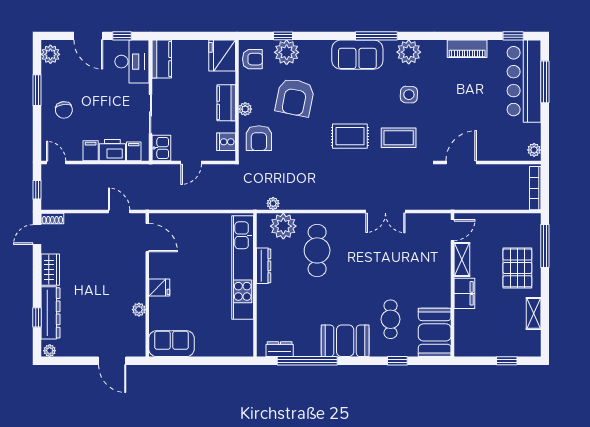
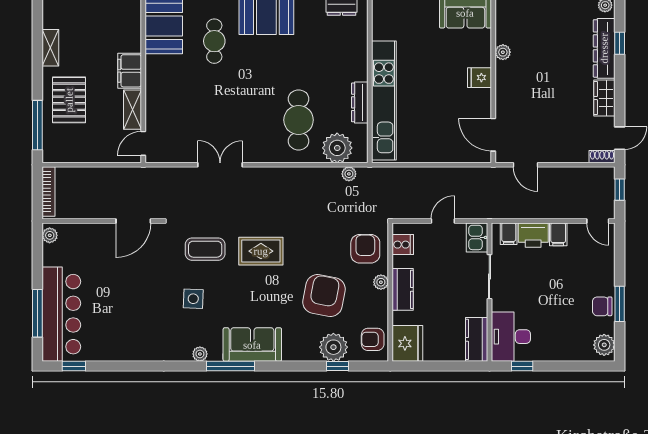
door: (88, 36) -> (561, 366), removed
piano: (467, 49) -> (126, 351), removed
plant: (409, 52) -> (200, 354), width x0.53, depth x0.53
chair: (64, 110) -> (602, 306), moved, turned -82

